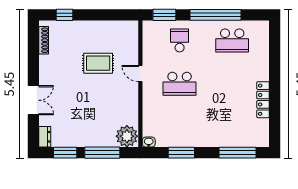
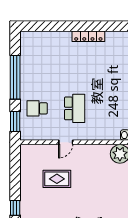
school desk: (232, 40) -> (37, 63), removed
rug: (98, 63) -> (57, 179), turned 90

